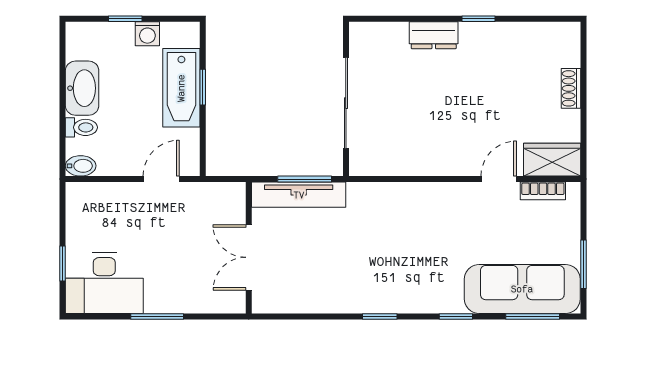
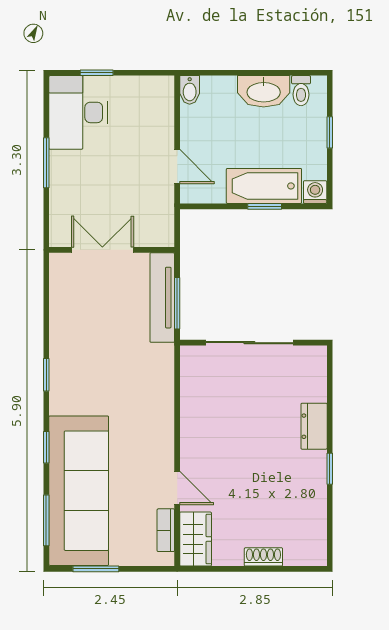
washing machine: (147, 34) -> (315, 192), moved, turned 90
toilet: (81, 127) -> (301, 91), moved
sofa: (522, 289) -> (79, 491), width x1.36, depth x1.27

